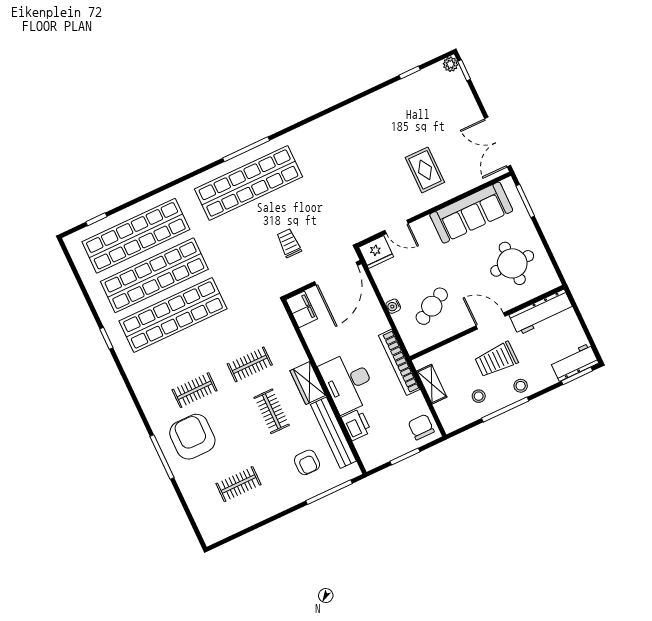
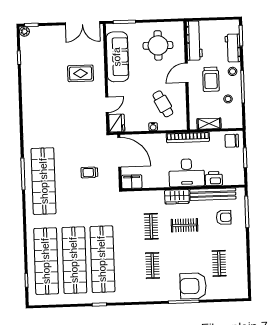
workbench: (574, 362) -> (233, 48), moved
armchair: (192, 437) -> (193, 286), moved

